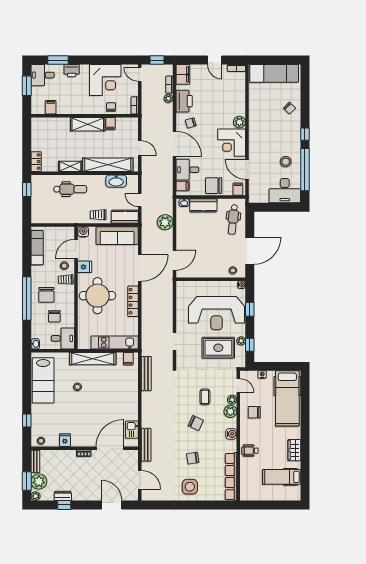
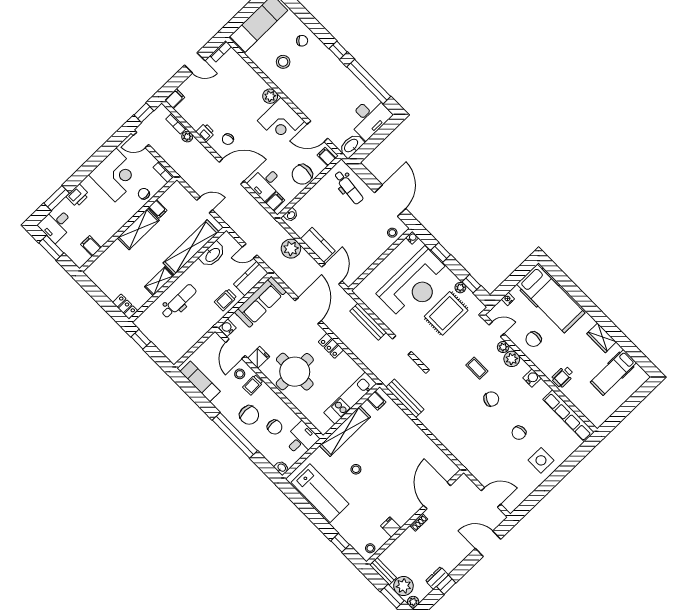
filing cabinet: (183, 74) -> (175, 99), width x0.50
printer: (184, 101) -> (205, 132), width x0.53, depth x0.68
stool: (286, 162) -> (283, 62), moved
washbasin: (258, 197) -> (351, 146), added
kitchen counter: (203, 205) -> (318, 245), moved, turned -90
locker: (133, 301) -> (331, 346), width x0.66
kitchen sink: (132, 430) -> (441, 460), removed
bench: (146, 445) -> (368, 322), moved

